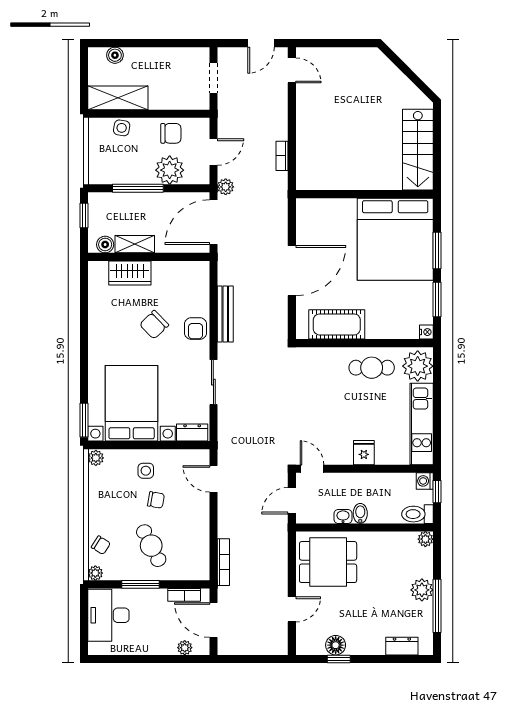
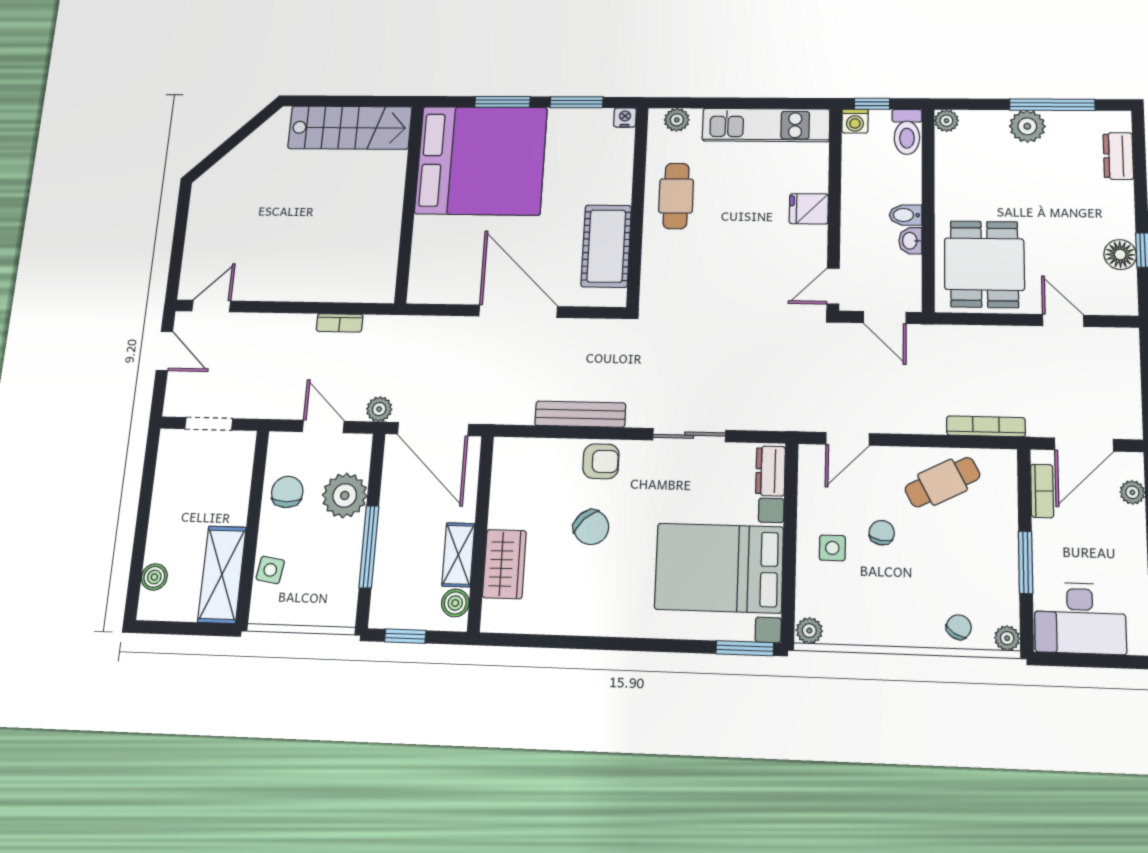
plant: (418, 366) -> (677, 120), width x0.53, depth x0.53
cafe table: (151, 546) -> (943, 482), moved

